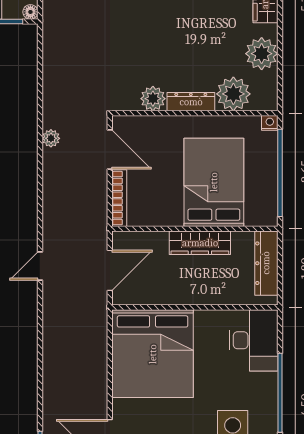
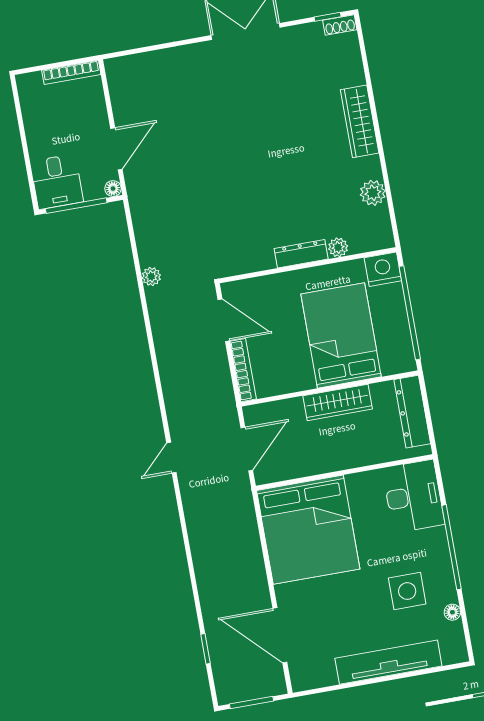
plant: (262, 54) -> (373, 193), width x0.73, depth x0.73
plant: (233, 94) -> (338, 247), width x0.53, depth x0.53
plant: (153, 99) -> (260, 258), removed
nightstand: (270, 123) -> (383, 269), width x1.89, depth x1.79
plant: (51, 138) -> (151, 276), moved

